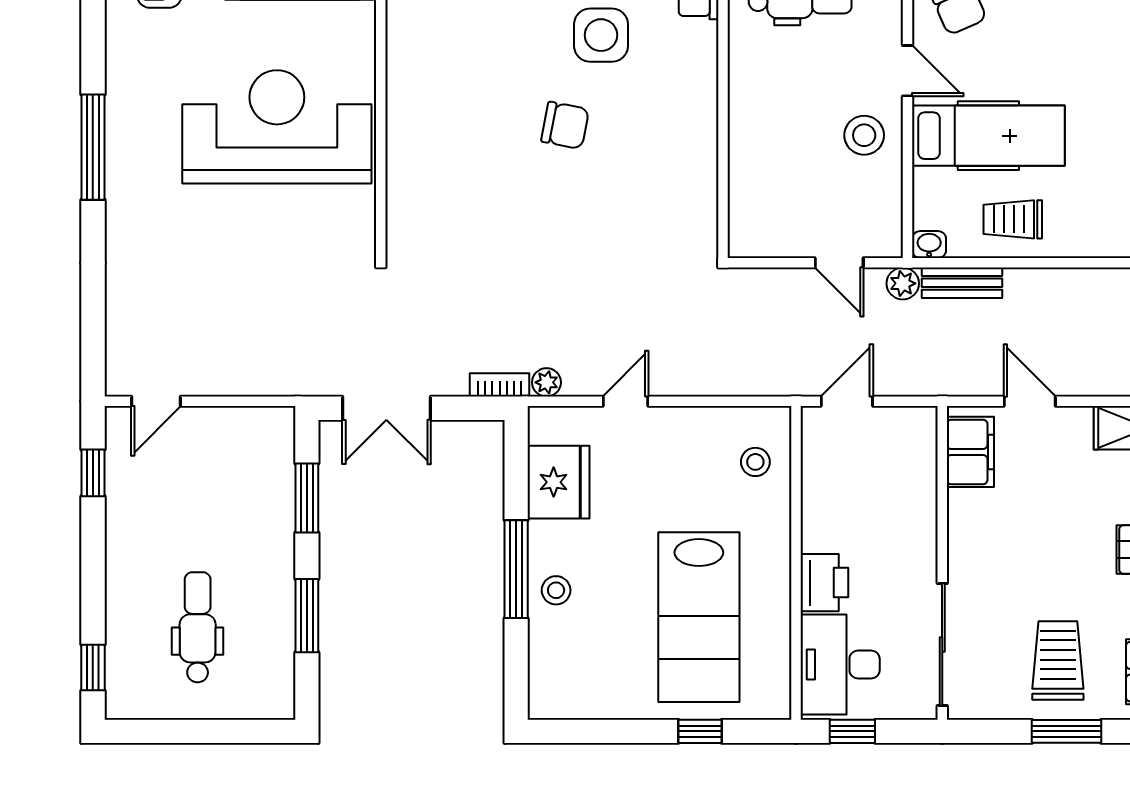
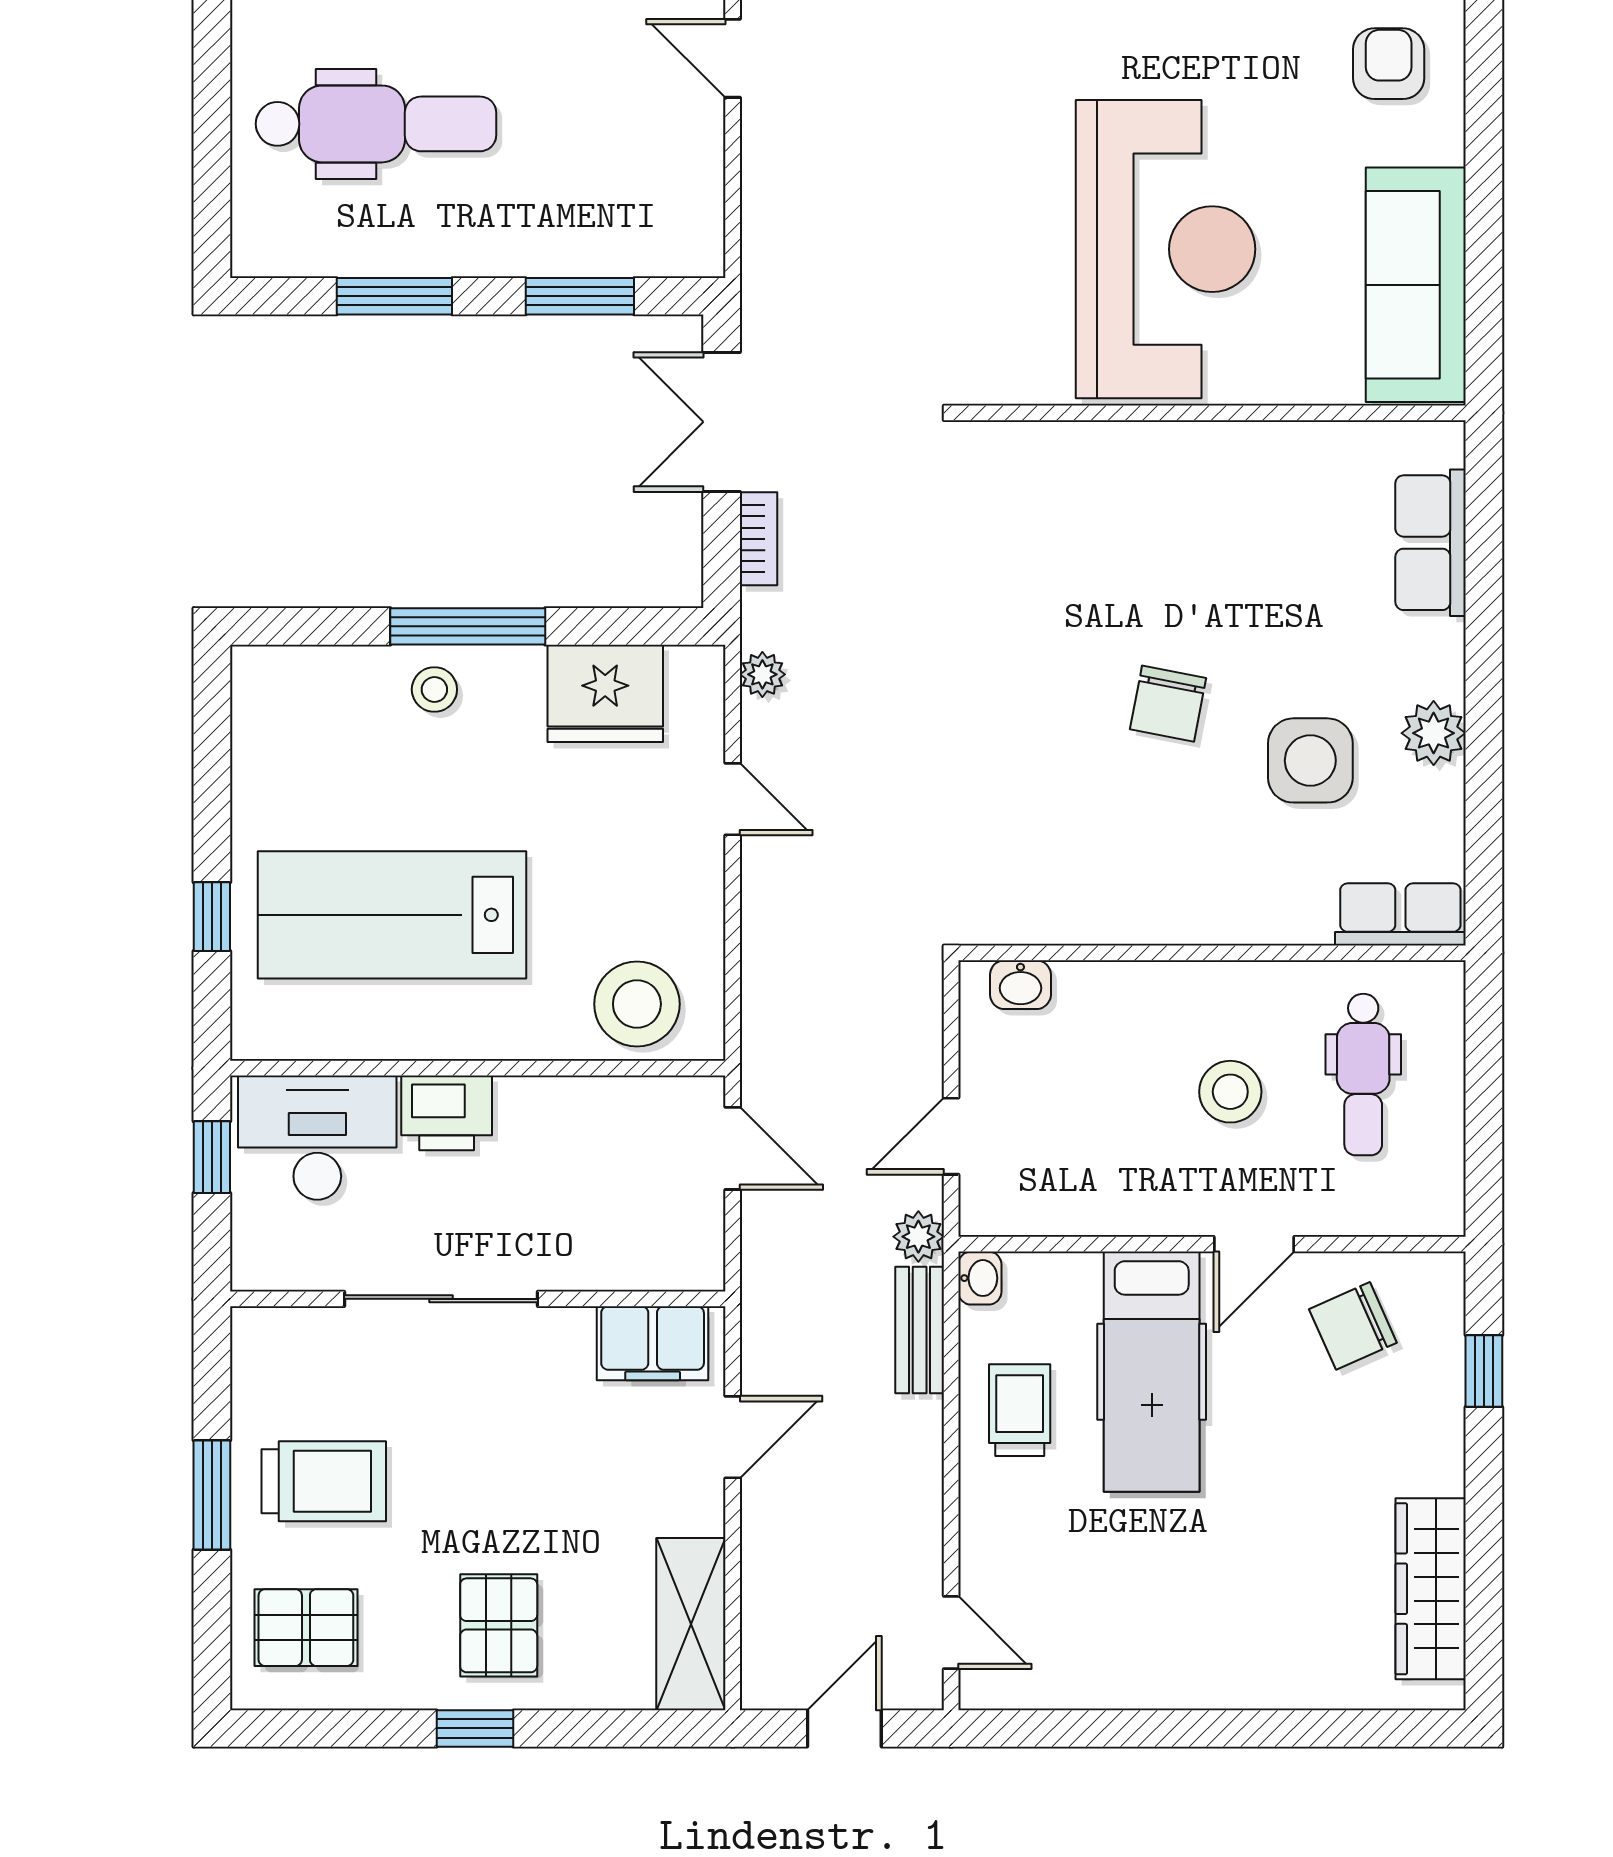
stool: (864, 135) -> (1230, 1092), moved
washbasin: (743, 219) -> (1020, 985), added
bookcase: (500, 385) -> (759, 539), moved
stool: (755, 462) -> (637, 1004), width x1.89, depth x1.89
dental chair: (198, 627) -> (376, 124), width x1.36, depth x1.38
sliding door: (942, 645) -> (441, 1299), moved

